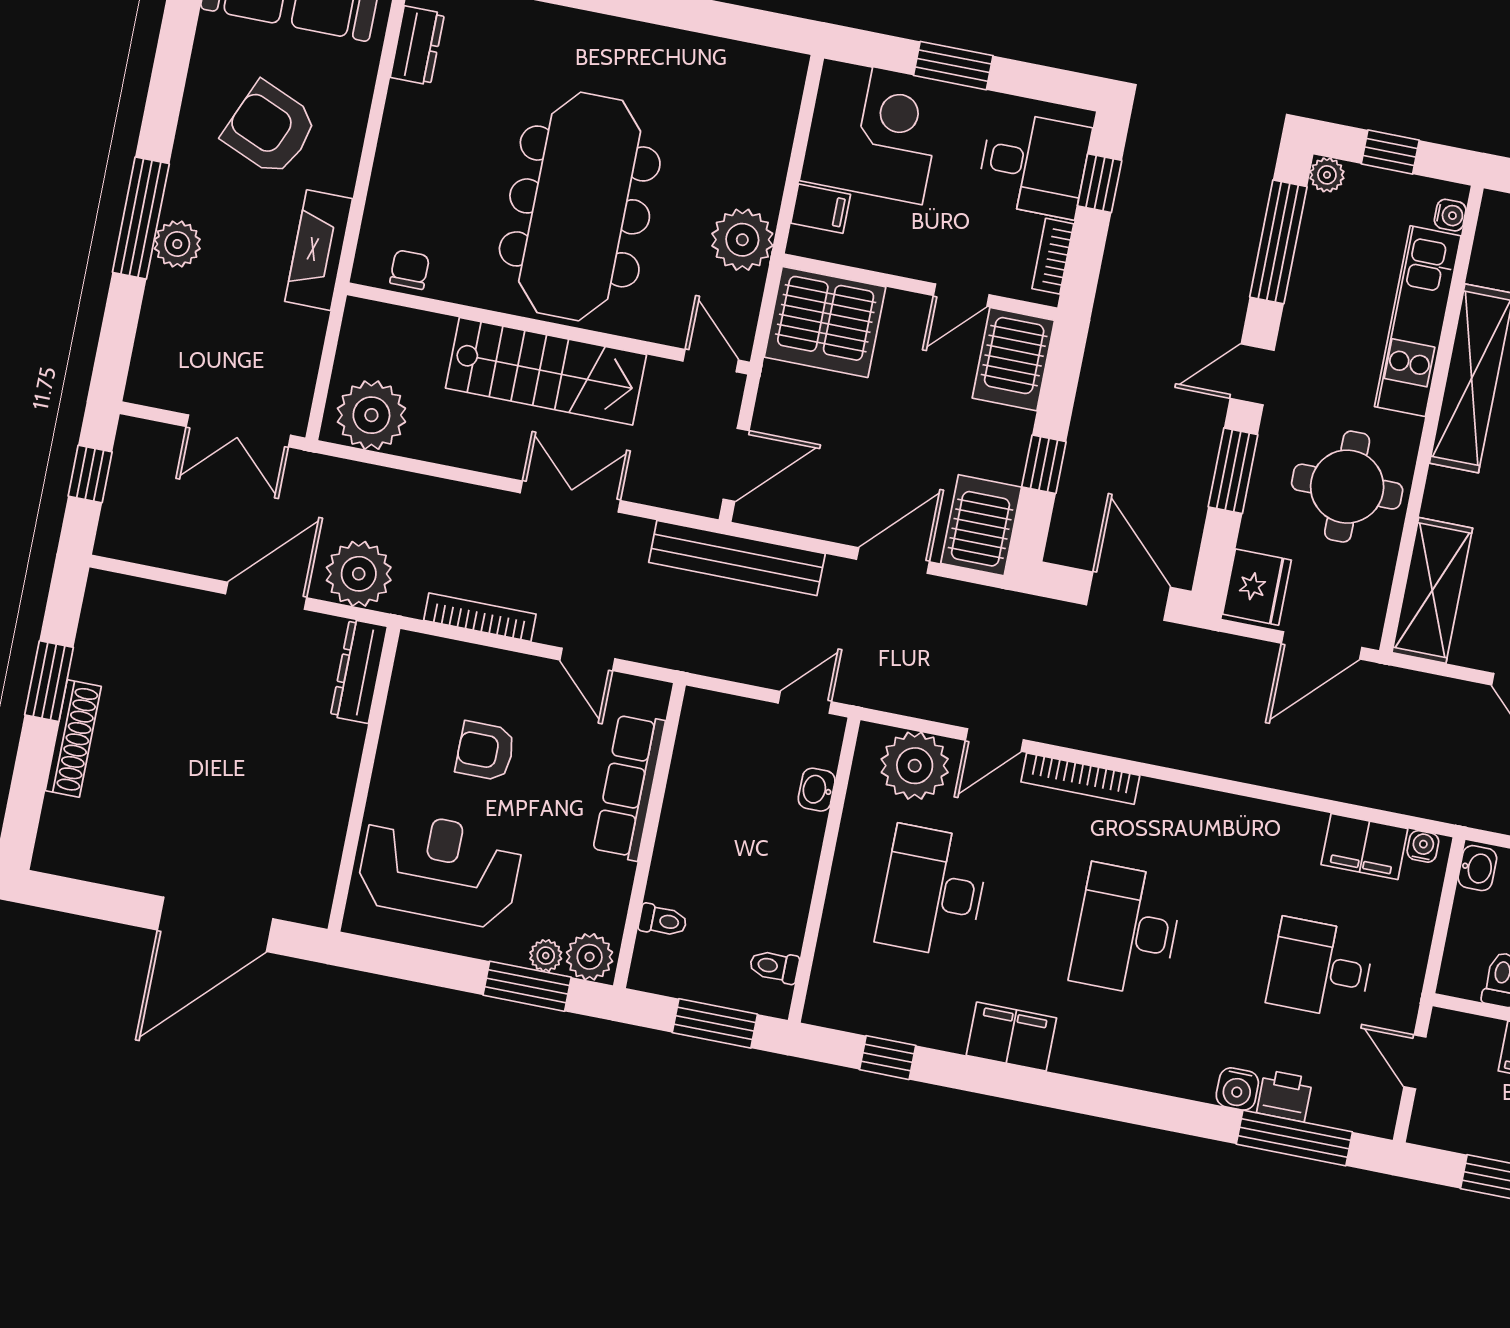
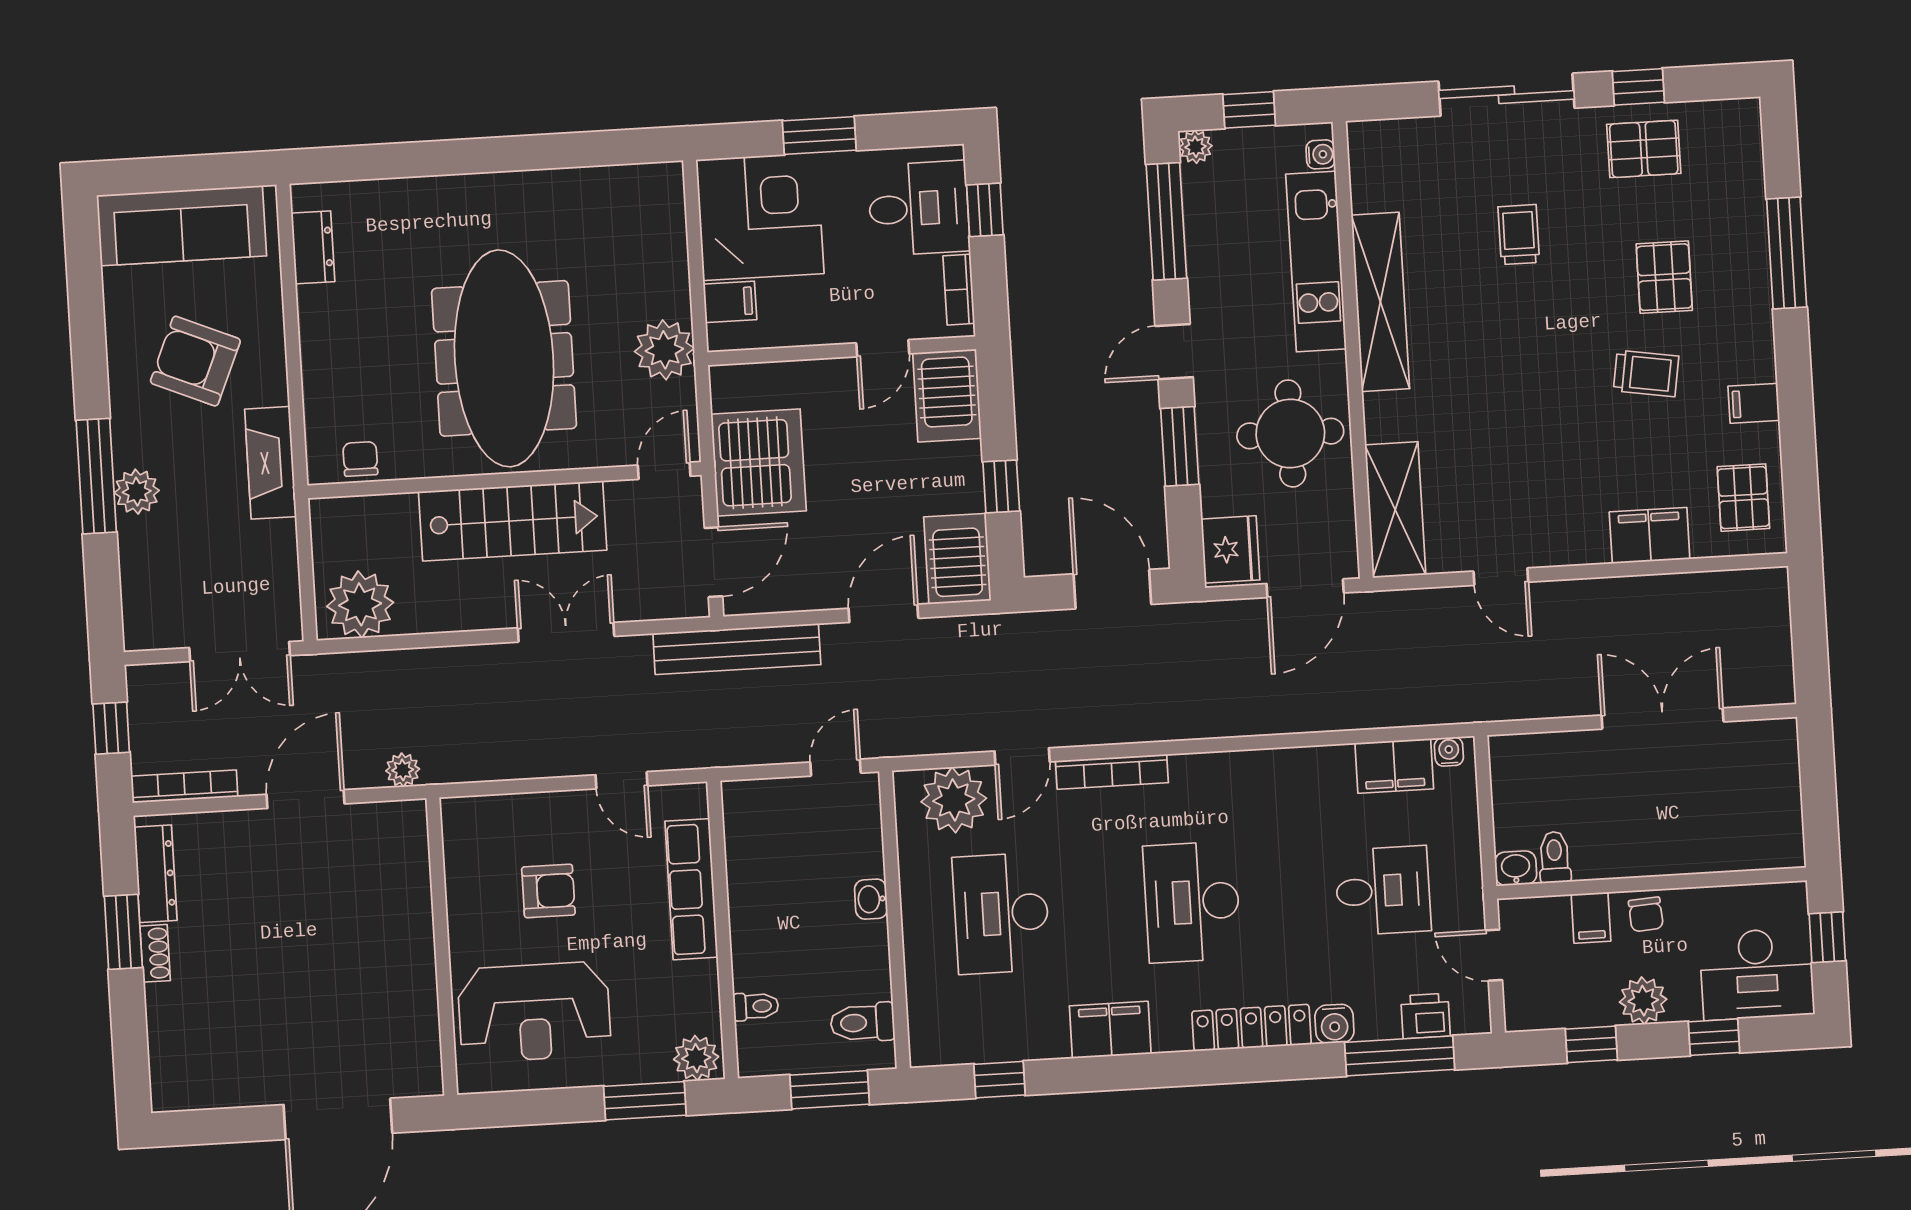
server rack: (825, 322) -> (759, 463), moved, turned -90
door: (711, 361) -> (664, 471), hinge flipped
plant: (359, 574) -> (403, 770), width x0.53, depth x0.53
bookcase: (480, 617) -> (184, 786), moved
dresser: (359, 671) -> (155, 874), moved, turned 180
shoe rack: (73, 738) -> (155, 953), width x0.51, depth x0.81
armchair: (485, 751) -> (548, 891), turned 180
washbasin: (817, 790) -> (871, 899), moved
reception desk: (439, 868) -> (534, 1012), turned 180
washbasin: (1477, 868) -> (1516, 868), moved, turned -90
plant: (546, 956) -> (655, 1068), removed
toilet: (774, 966) -> (862, 1023), width x1.37, depth x1.39
desk: (1321, 968) -> (1383, 891), turned 180
locker: (1153, 1071) -> (1252, 1028), added
printer: (1285, 1096) -> (1425, 1016), moved

